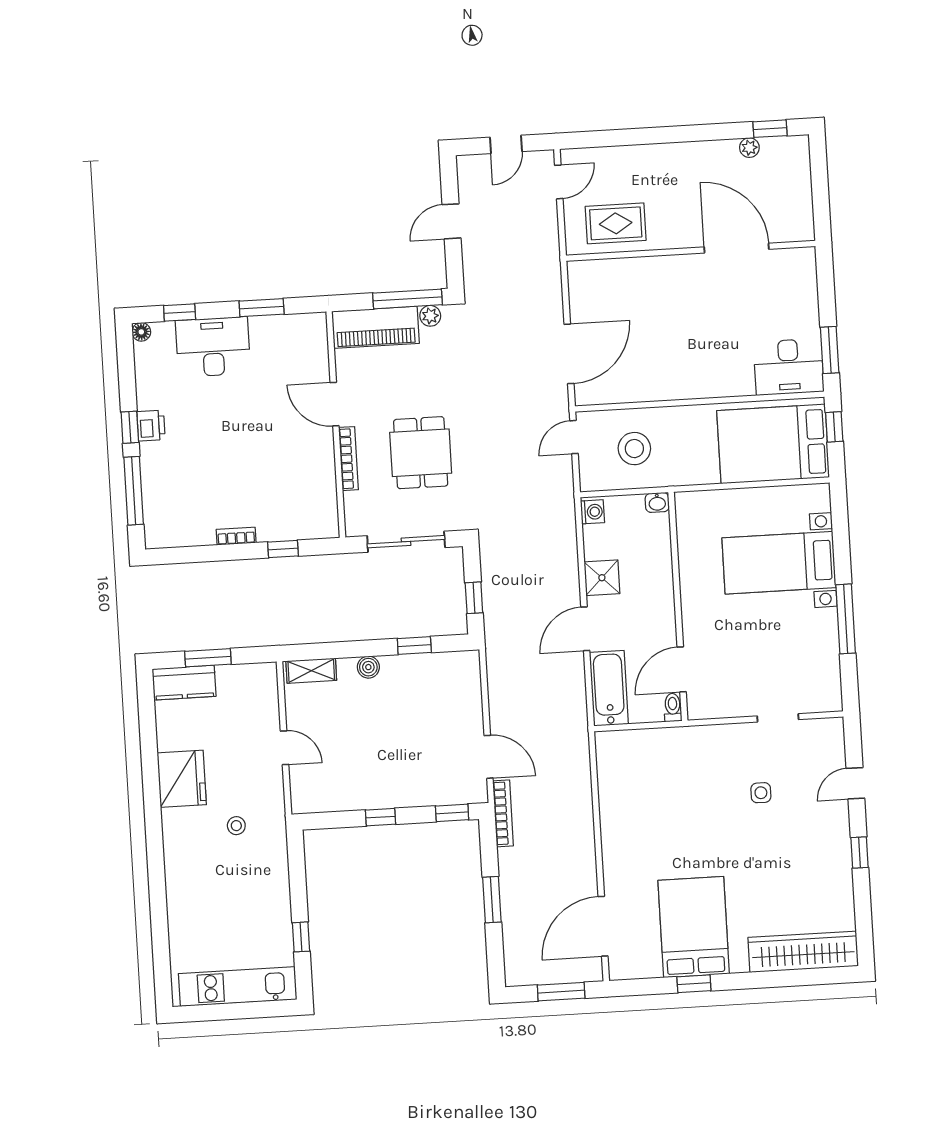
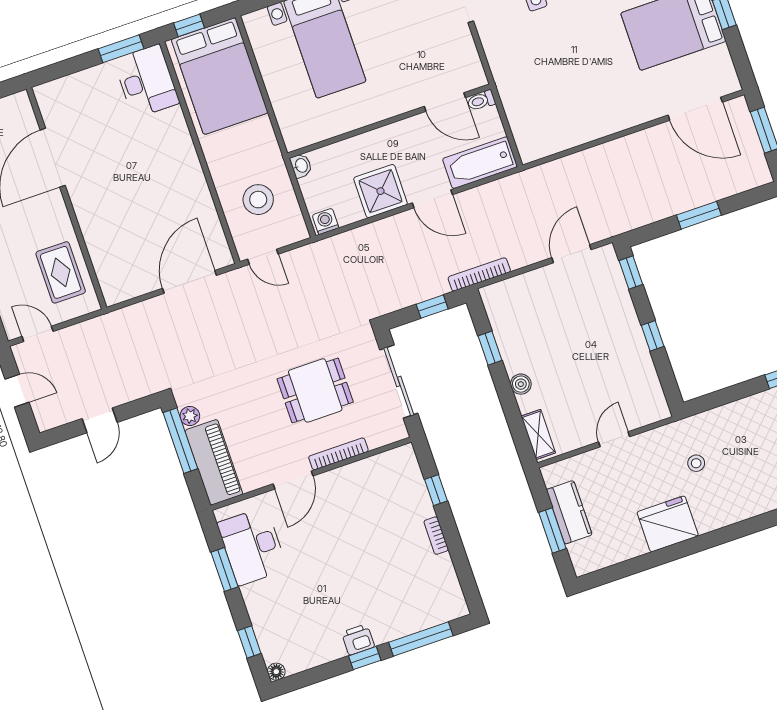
door: (452, 221) -> (100, 420), hinge flipped
desk: (213, 347) -> (252, 546), moved
door: (569, 354) -> (189, 282), hinge flipped
shower: (602, 578) -> (380, 191), width x1.36, depth x1.36
kitchen counter: (184, 683) -> (569, 512), moved
bookcase: (503, 813) -> (479, 274), moved

